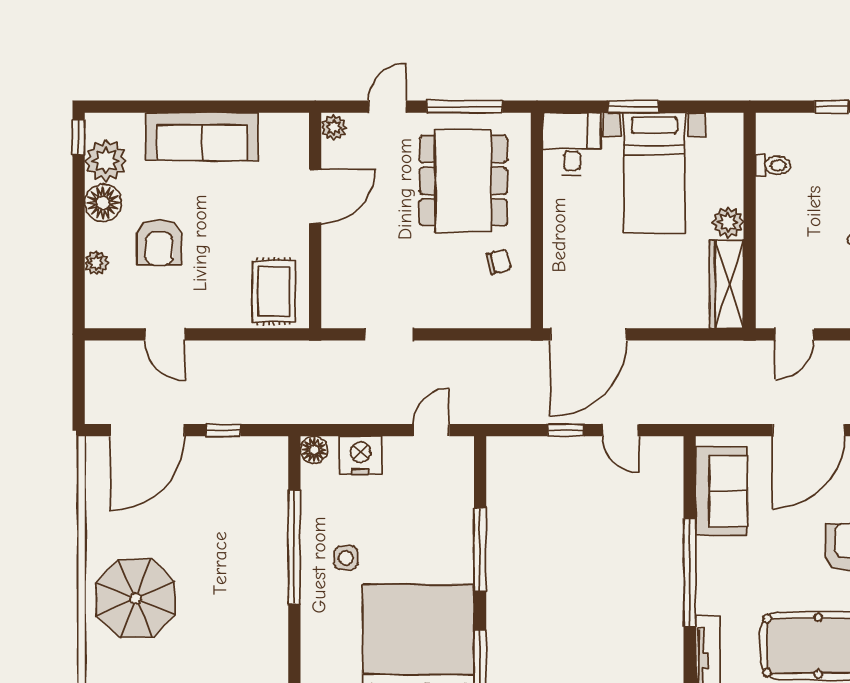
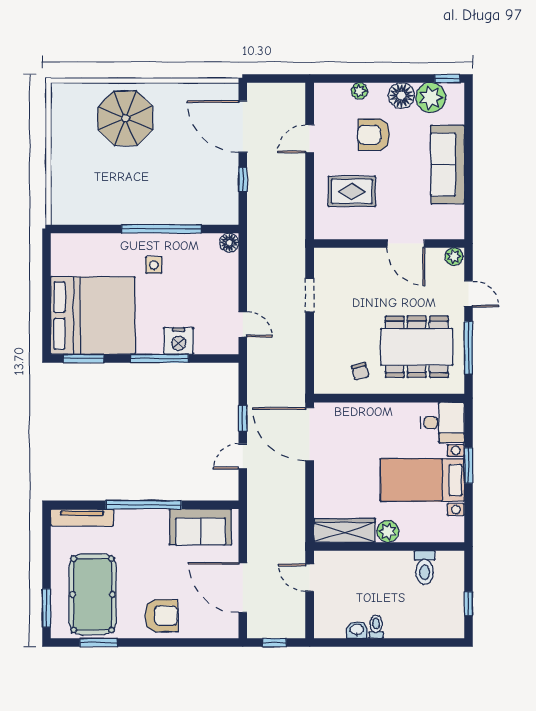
toilet: (773, 165) -> (425, 568), width x1.37, depth x1.39
rug: (274, 291) -> (352, 191), moved
nightstand: (361, 455) -> (179, 341), moved, turned 90

